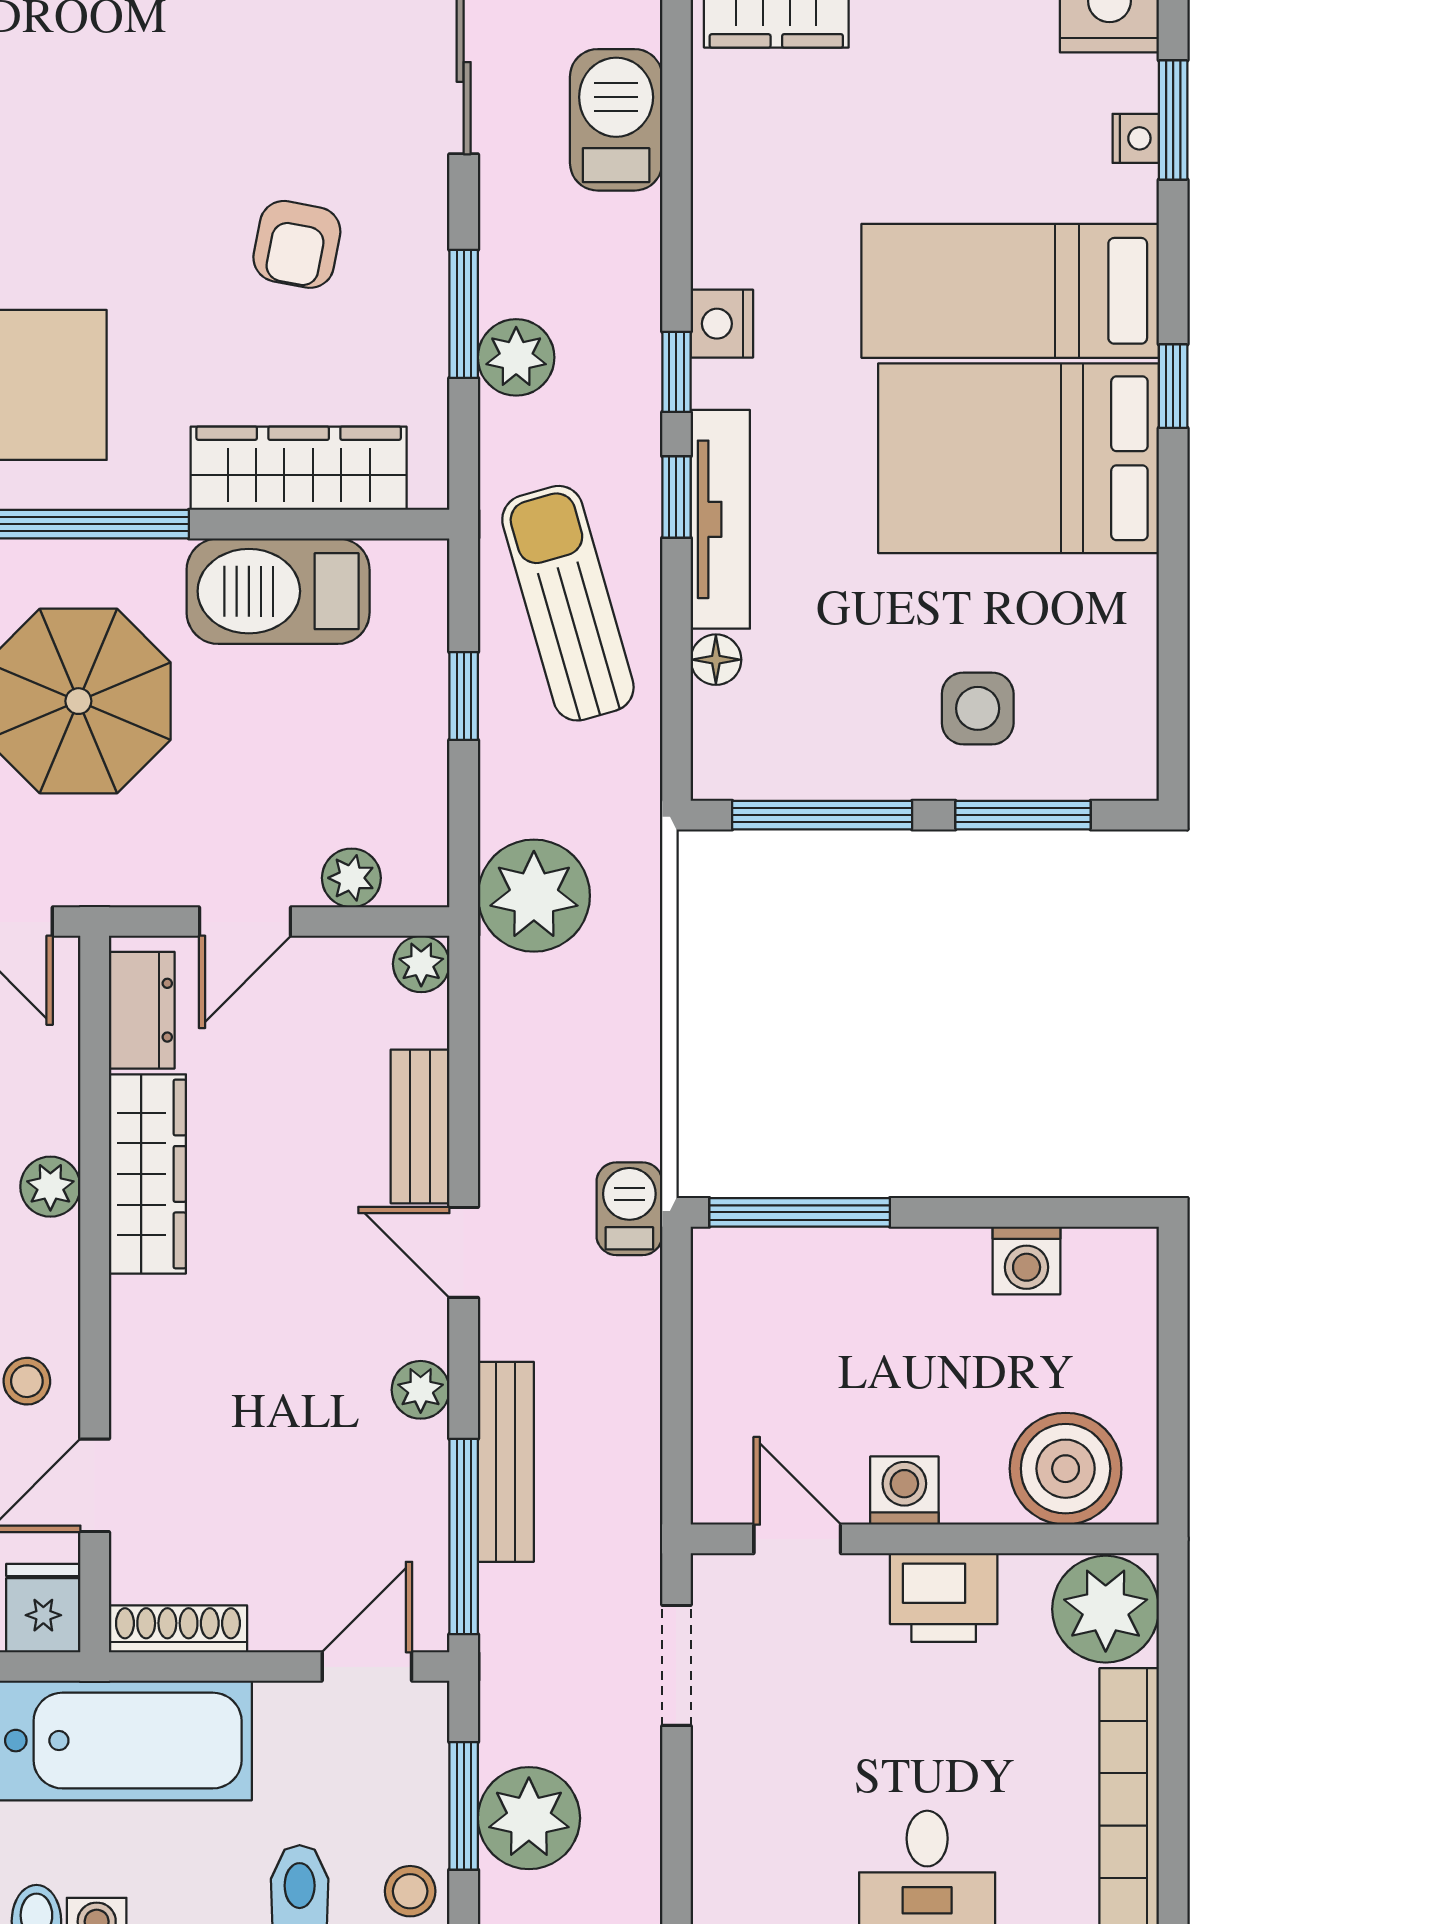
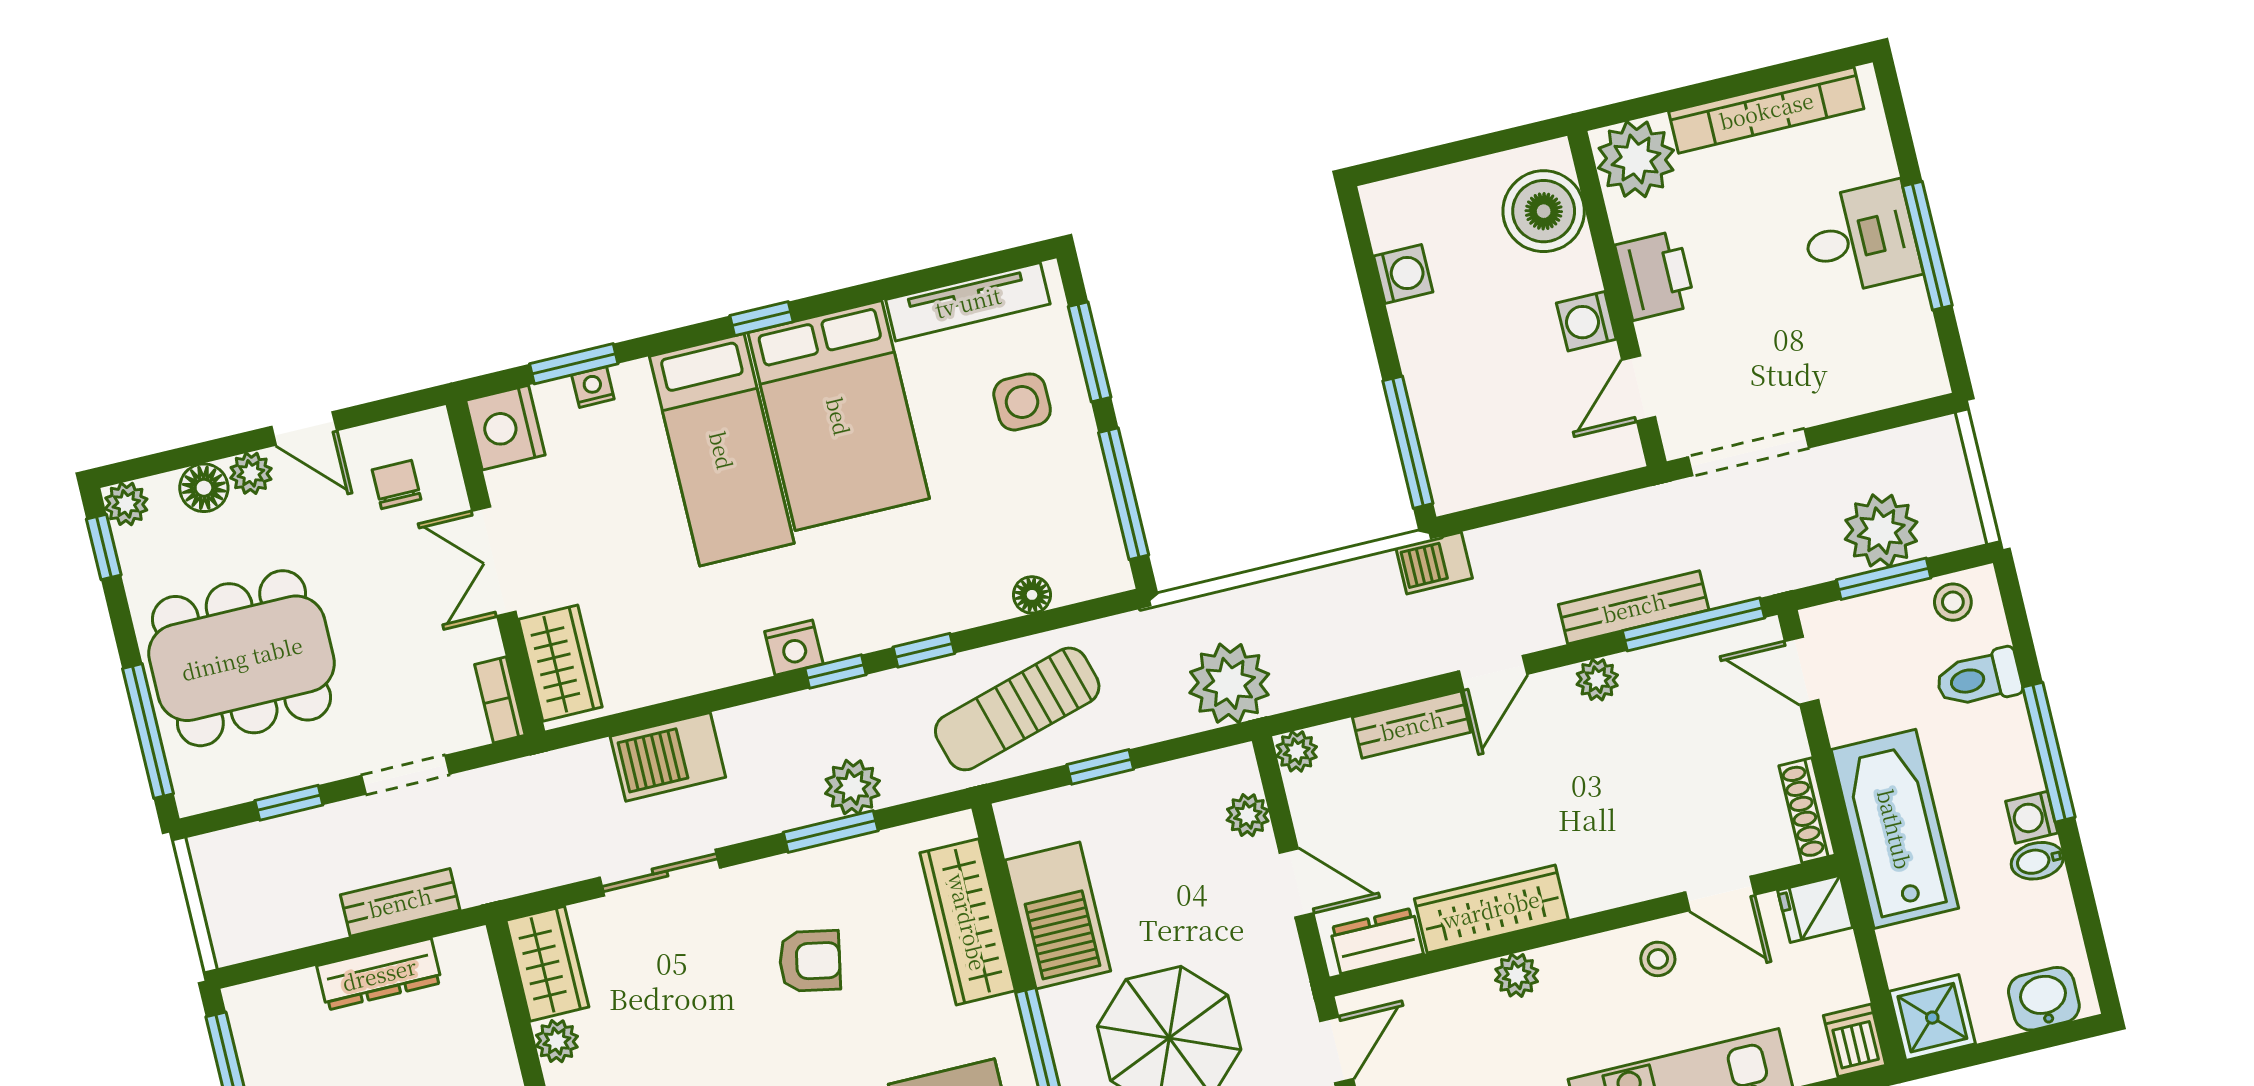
tv unit: (720, 519) -> (968, 302), moved, turned 180
doorway: (676, 1665) -> (1748, 452), width x1.38

